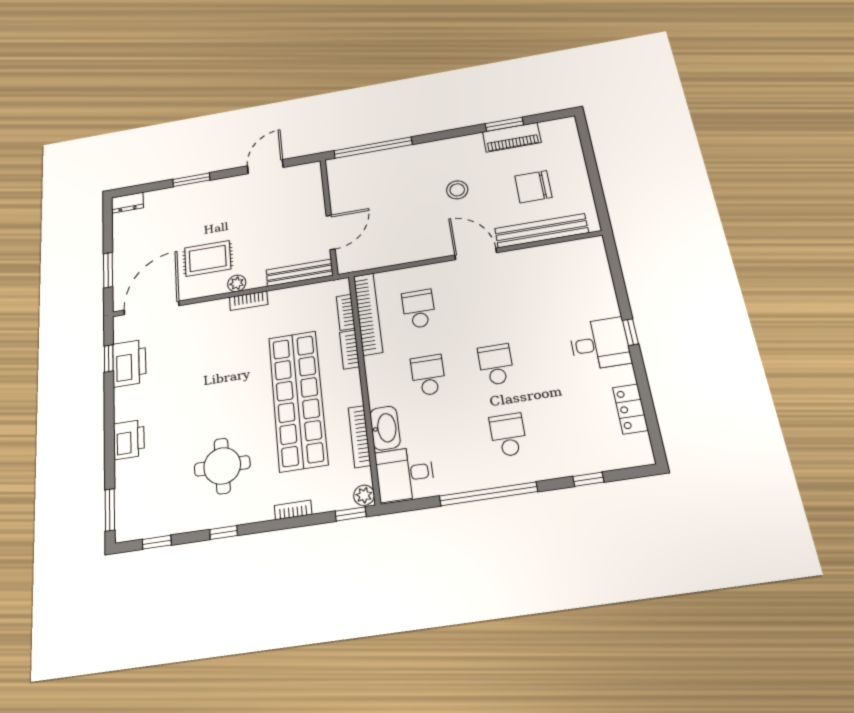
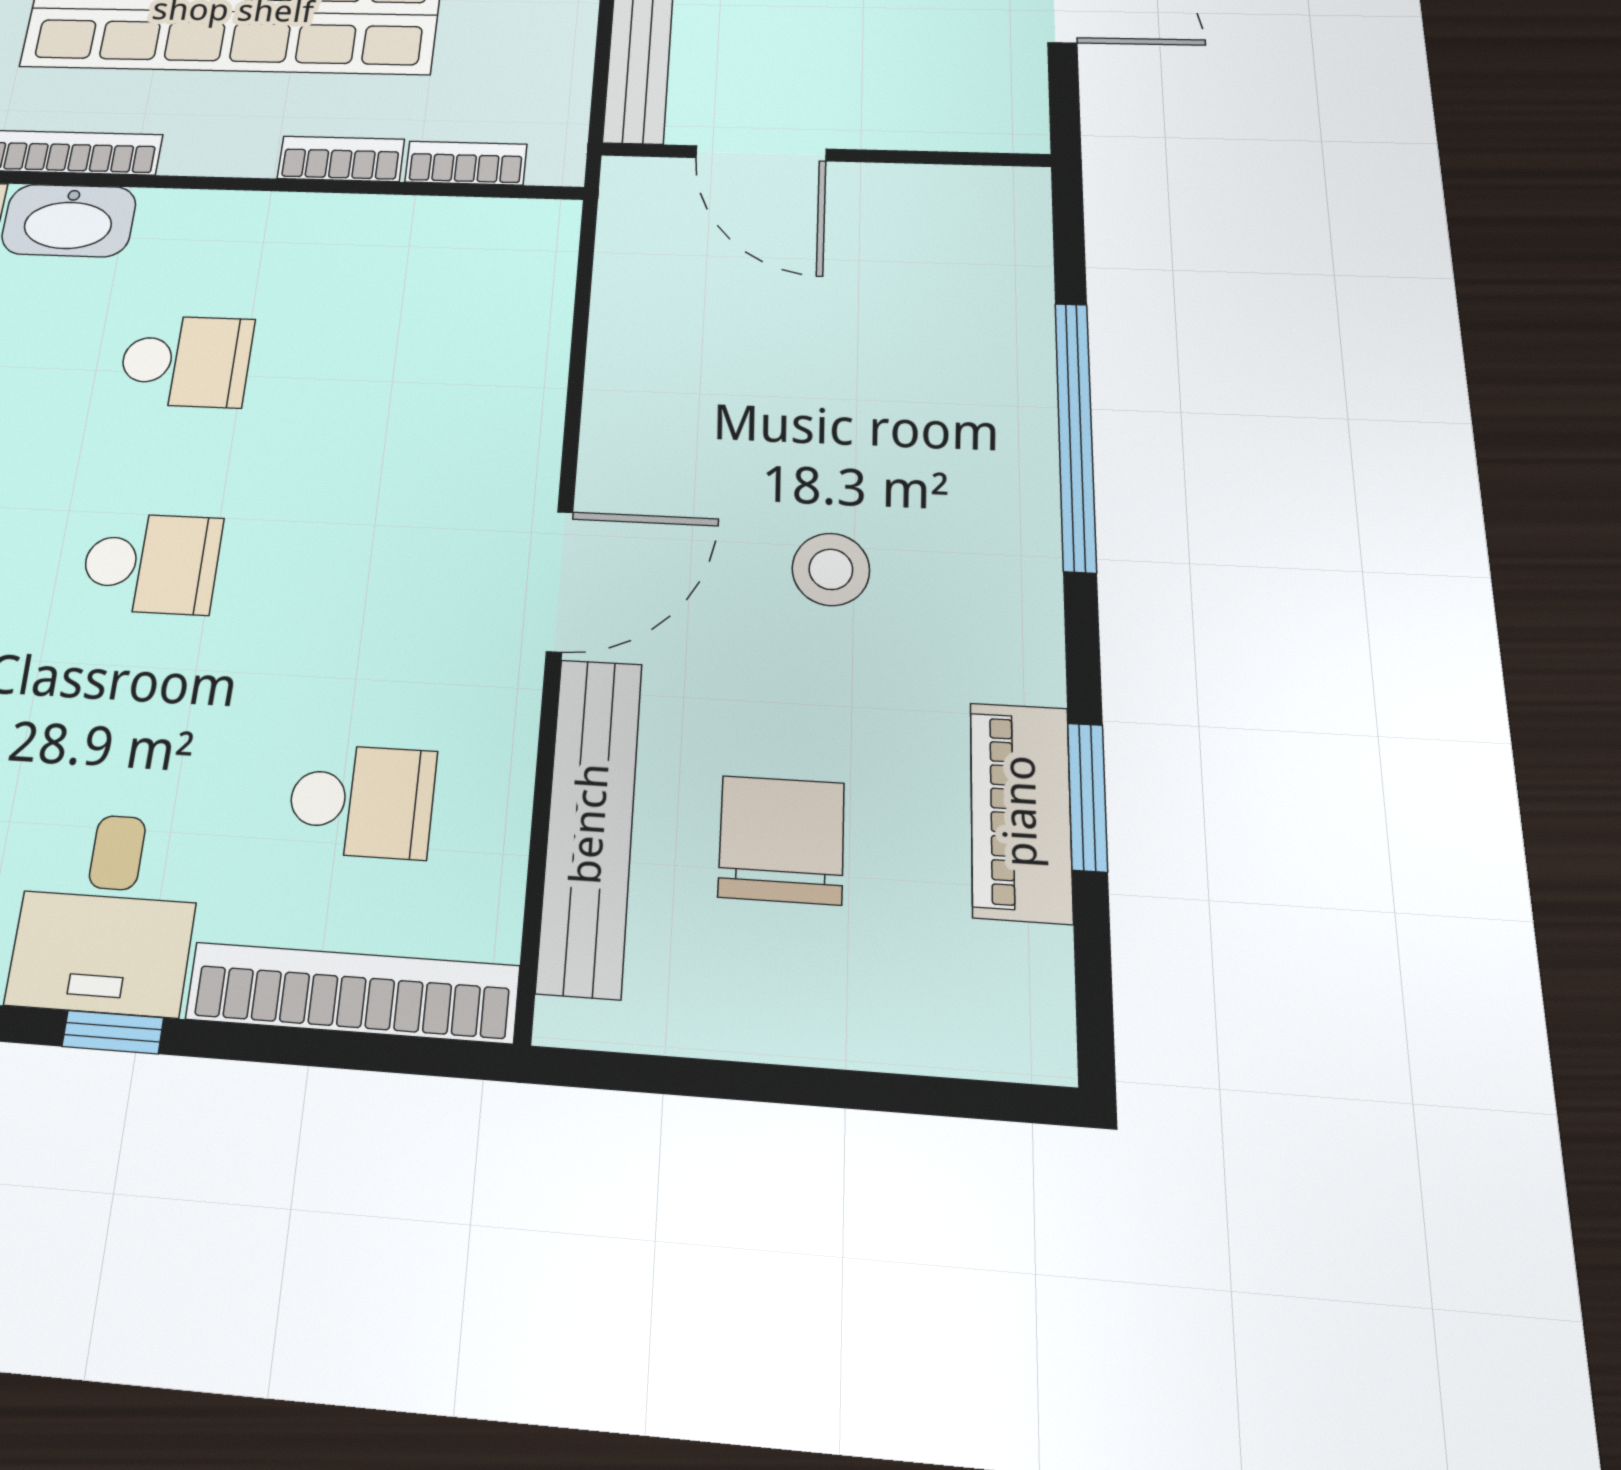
window: (373, 148) -> (1075, 434), moved
school desk: (419, 309) -> (362, 801), moved
bookcase: (368, 314) -> (352, 992), moved, turned 180

